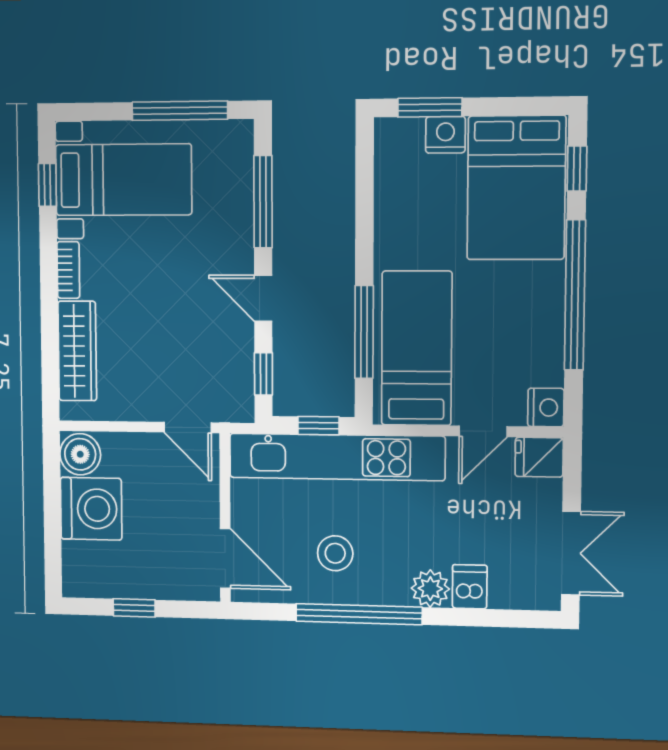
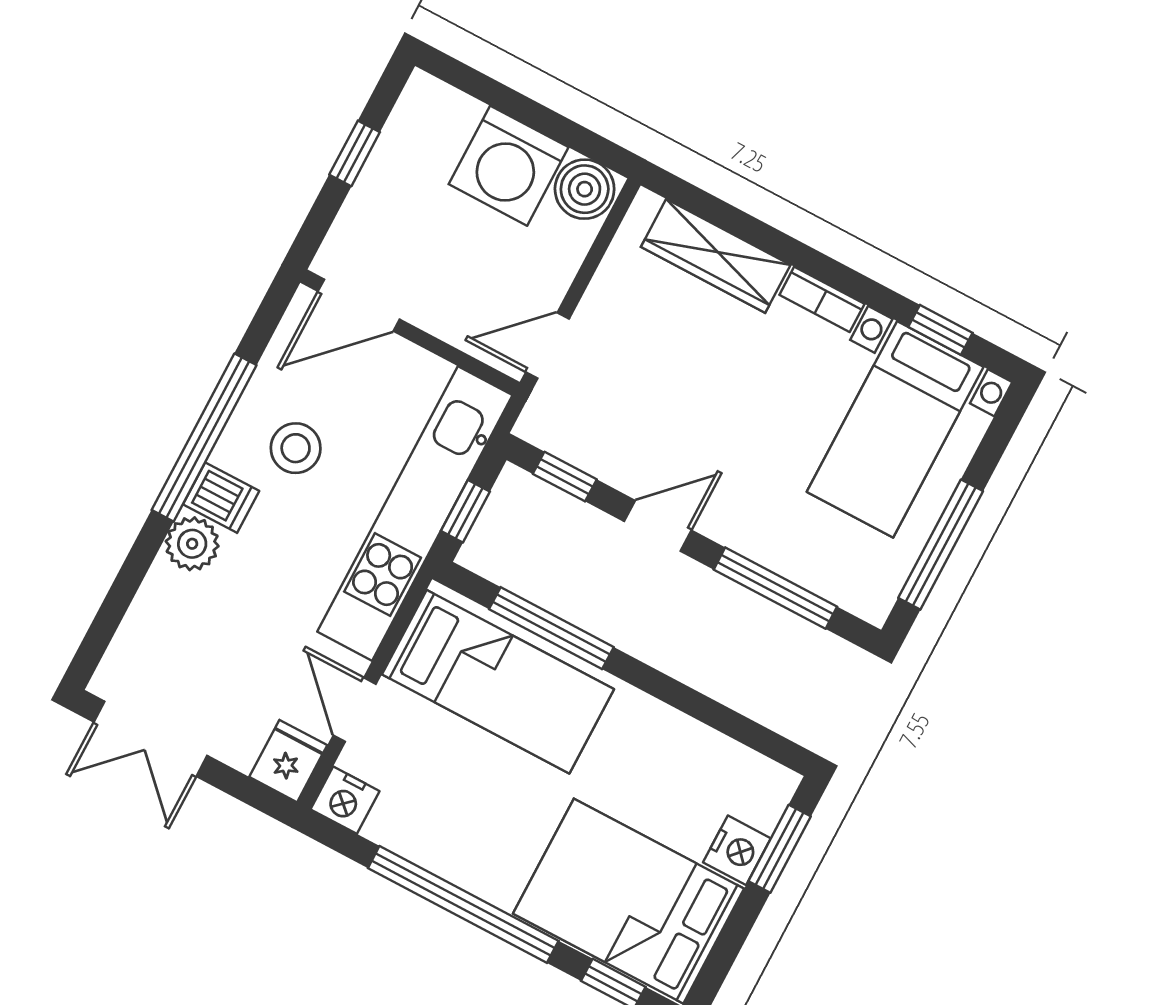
dishwasher: (470, 587) -> (221, 498), moved

